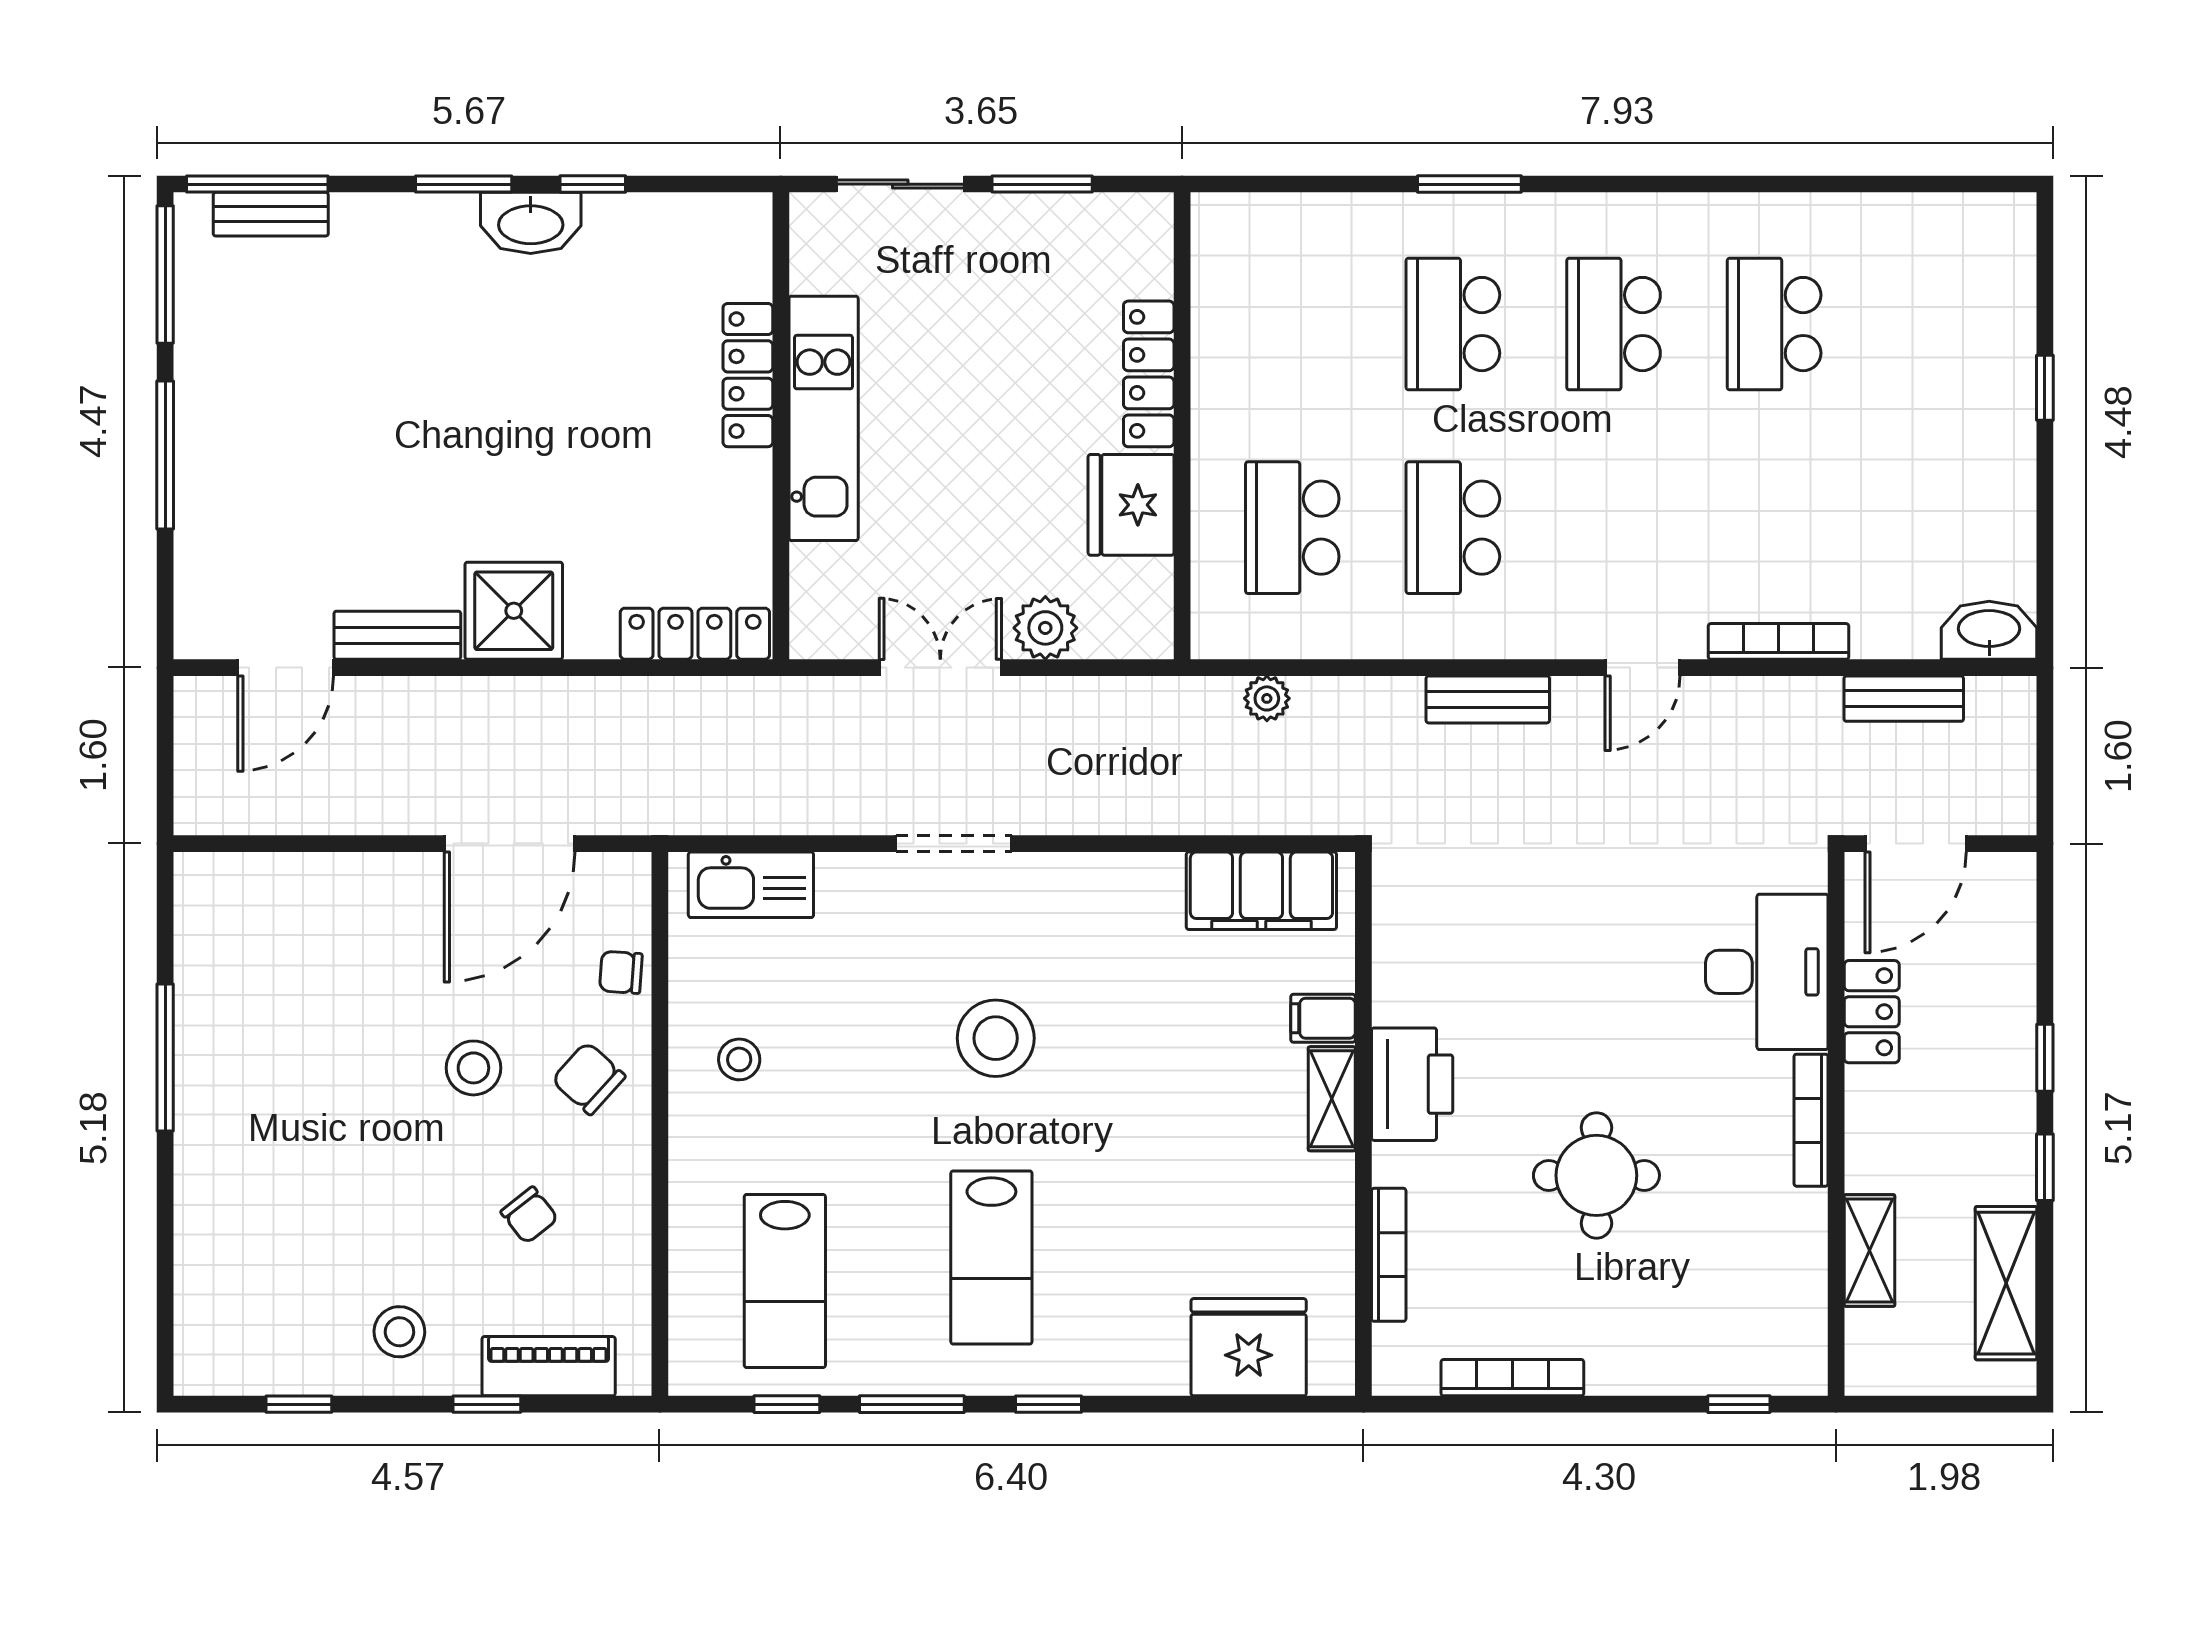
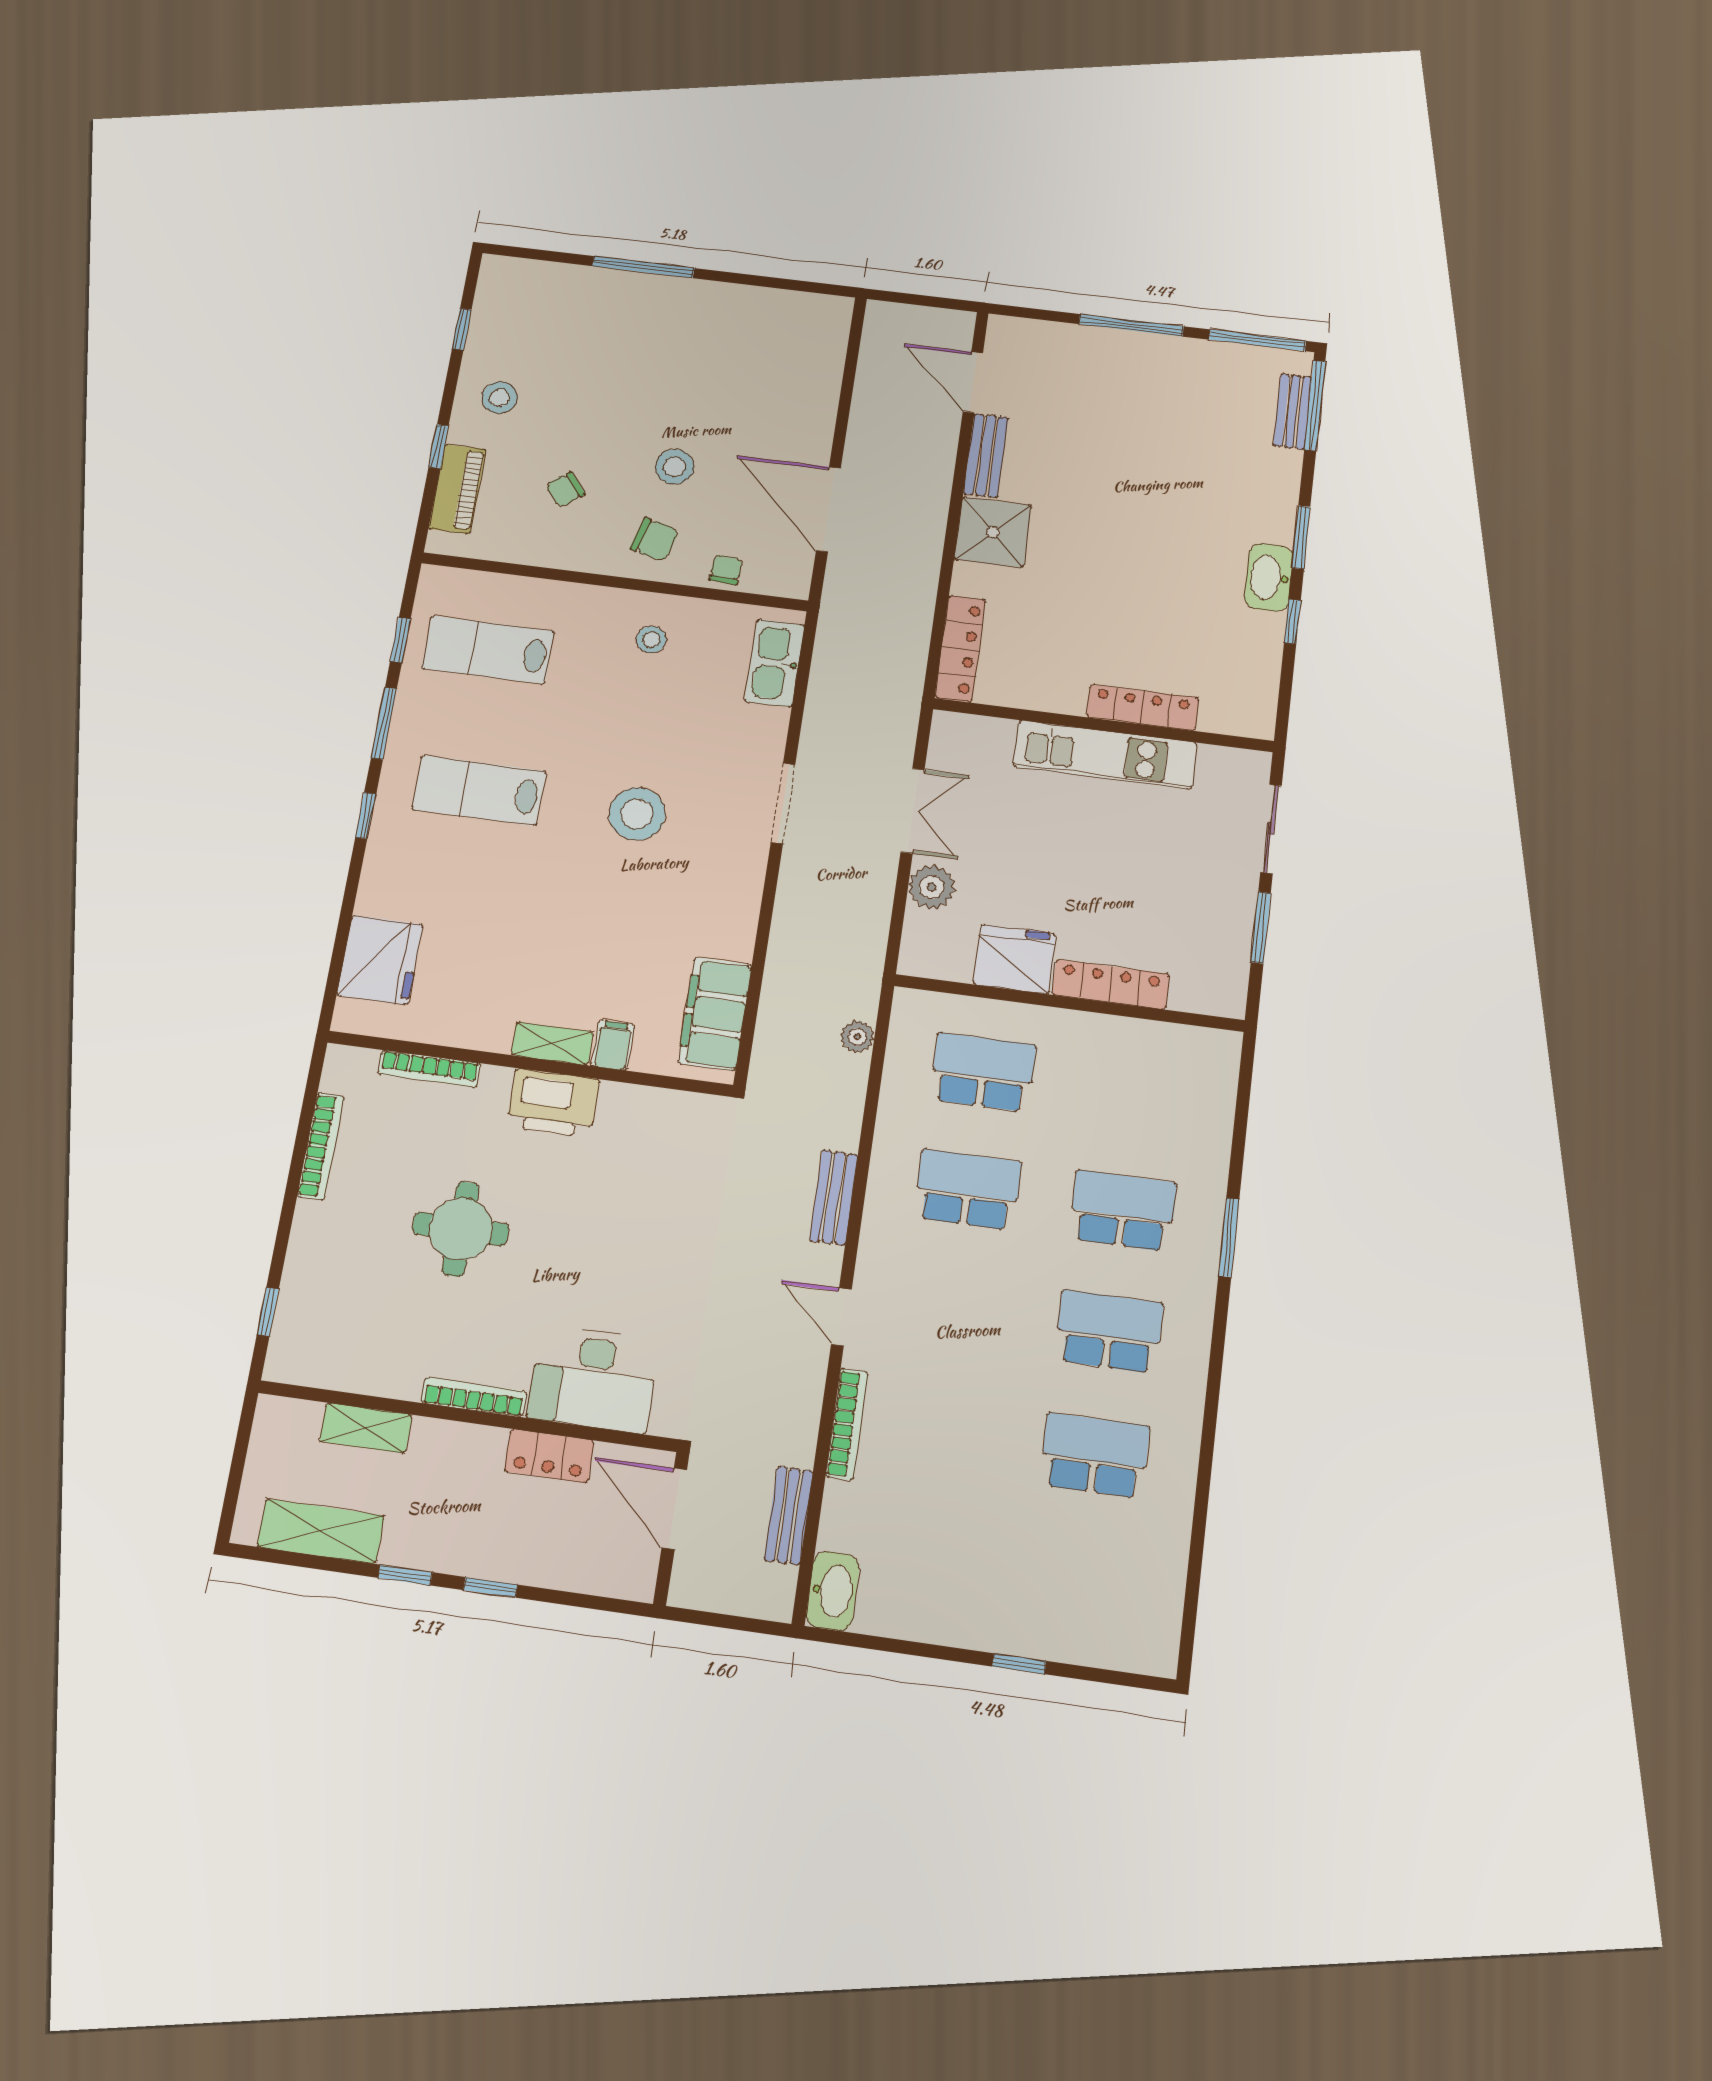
window: (165, 1057) -> (643, 267), moved
chair: (588, 1078) -> (655, 540), turned 63

